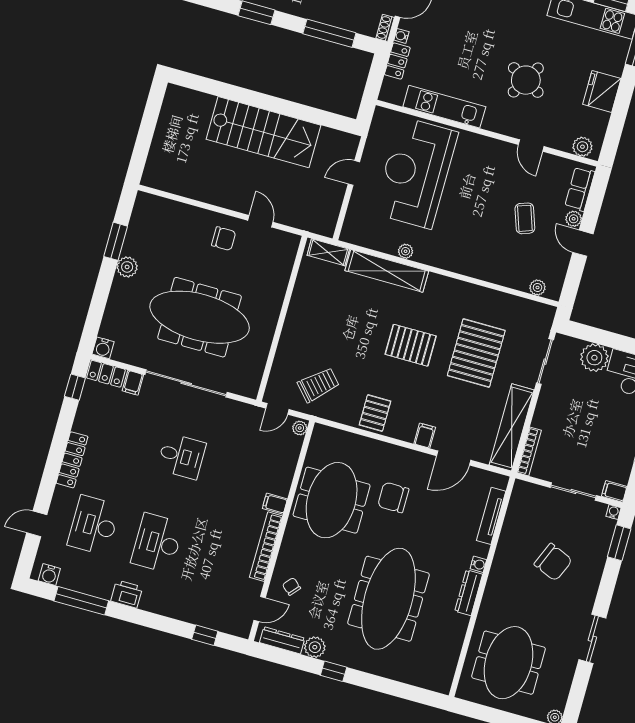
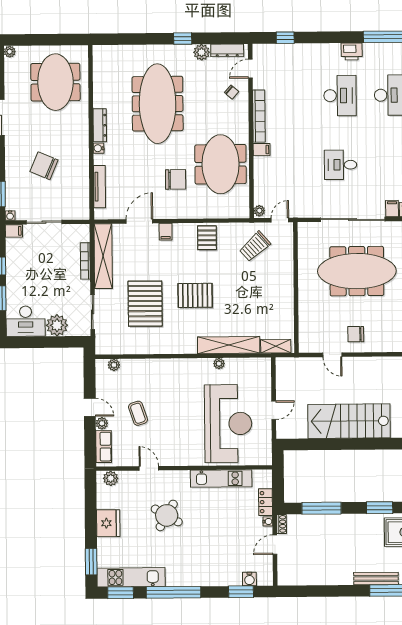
bookcase: (529, 451) -> (85, 261), moved

